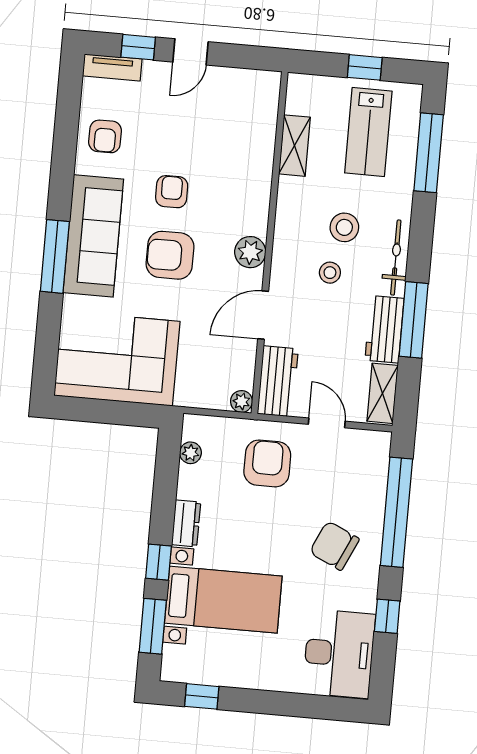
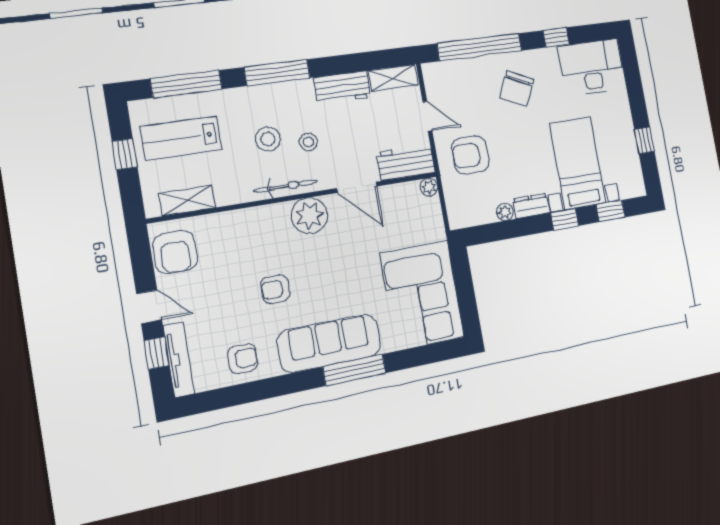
tv unit: (112, 67) -> (179, 360), width x1.41
lab bench: (368, 132) -> (181, 138), turned 180
shelving: (295, 146) -> (187, 200), moved
plant: (250, 252) -> (309, 216), width x1.36, depth x1.36
armchair: (170, 255) -> (175, 252), moved
bicycle: (396, 257) -> (286, 186), moved, turned 180
window: (414, 320) -> (277, 72), moved
door: (327, 423) -> (427, 116), swing flipped
plant: (191, 453) -> (505, 212), moved
window: (153, 626) -> (611, 211), width x0.67
window: (202, 696) -> (644, 140), moved

